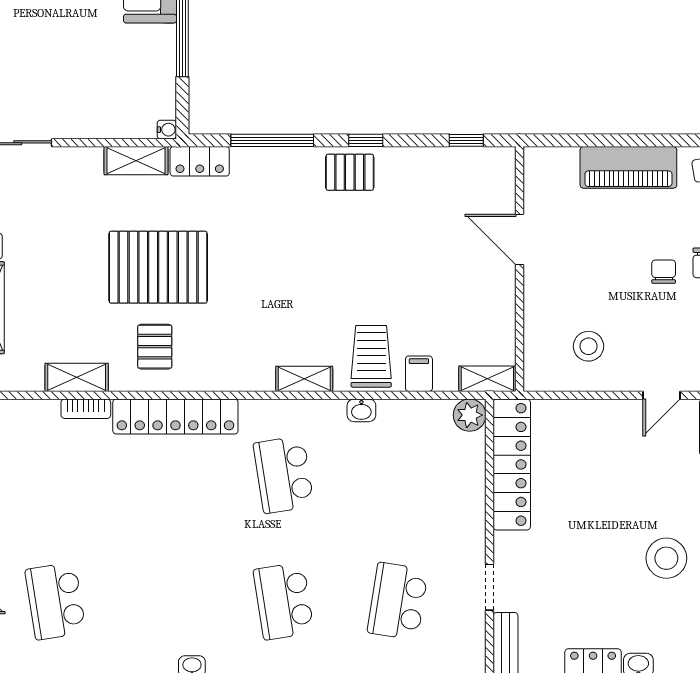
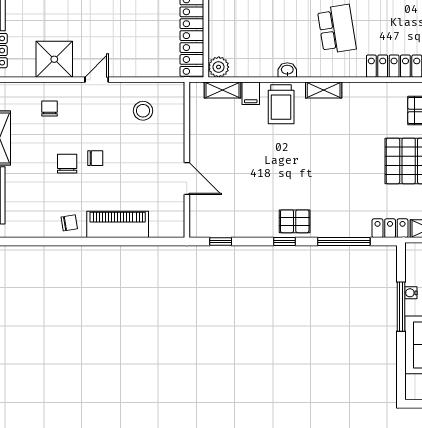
water cooler: (167, 130) -> (411, 293), moved
chair: (664, 272) -> (95, 158), turned -90
shelving: (487, 379) -> (223, 90), moved

